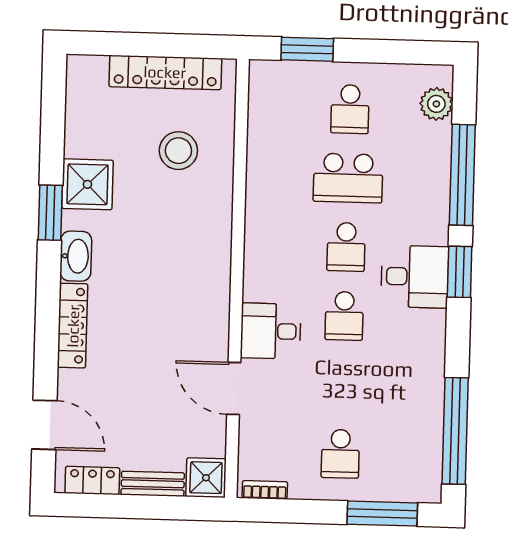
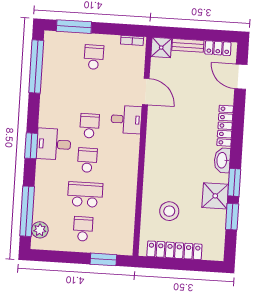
window: (52, 144) -> (232, 217), added
window: (462, 175) -> (27, 211), moved

